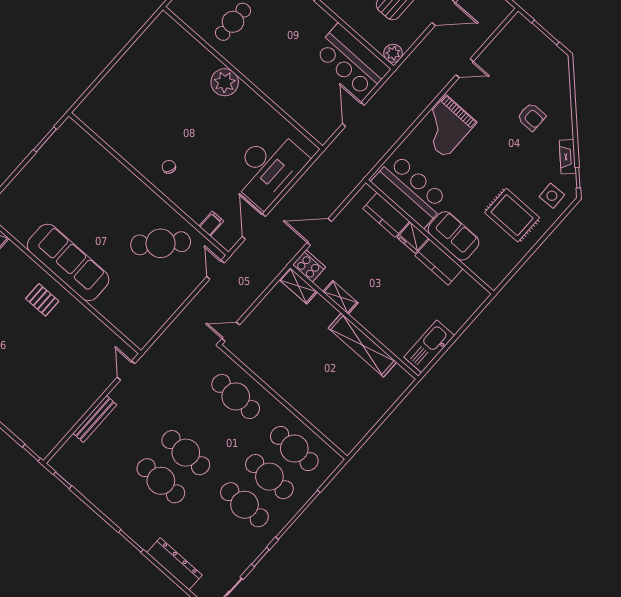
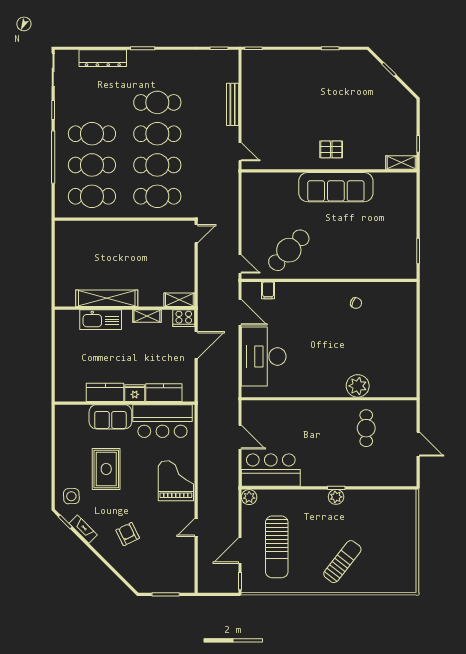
plant: (225, 82) -> (358, 386), moved
armchair: (531, 117) -> (128, 534), turned 64
chair: (169, 167) -> (356, 303), moved
rug: (512, 215) -> (106, 469), moved, turned 90
kitchen sink: (429, 346) -> (101, 320), moved, turned 90
cafe table: (211, 425) -> (157, 165), added

